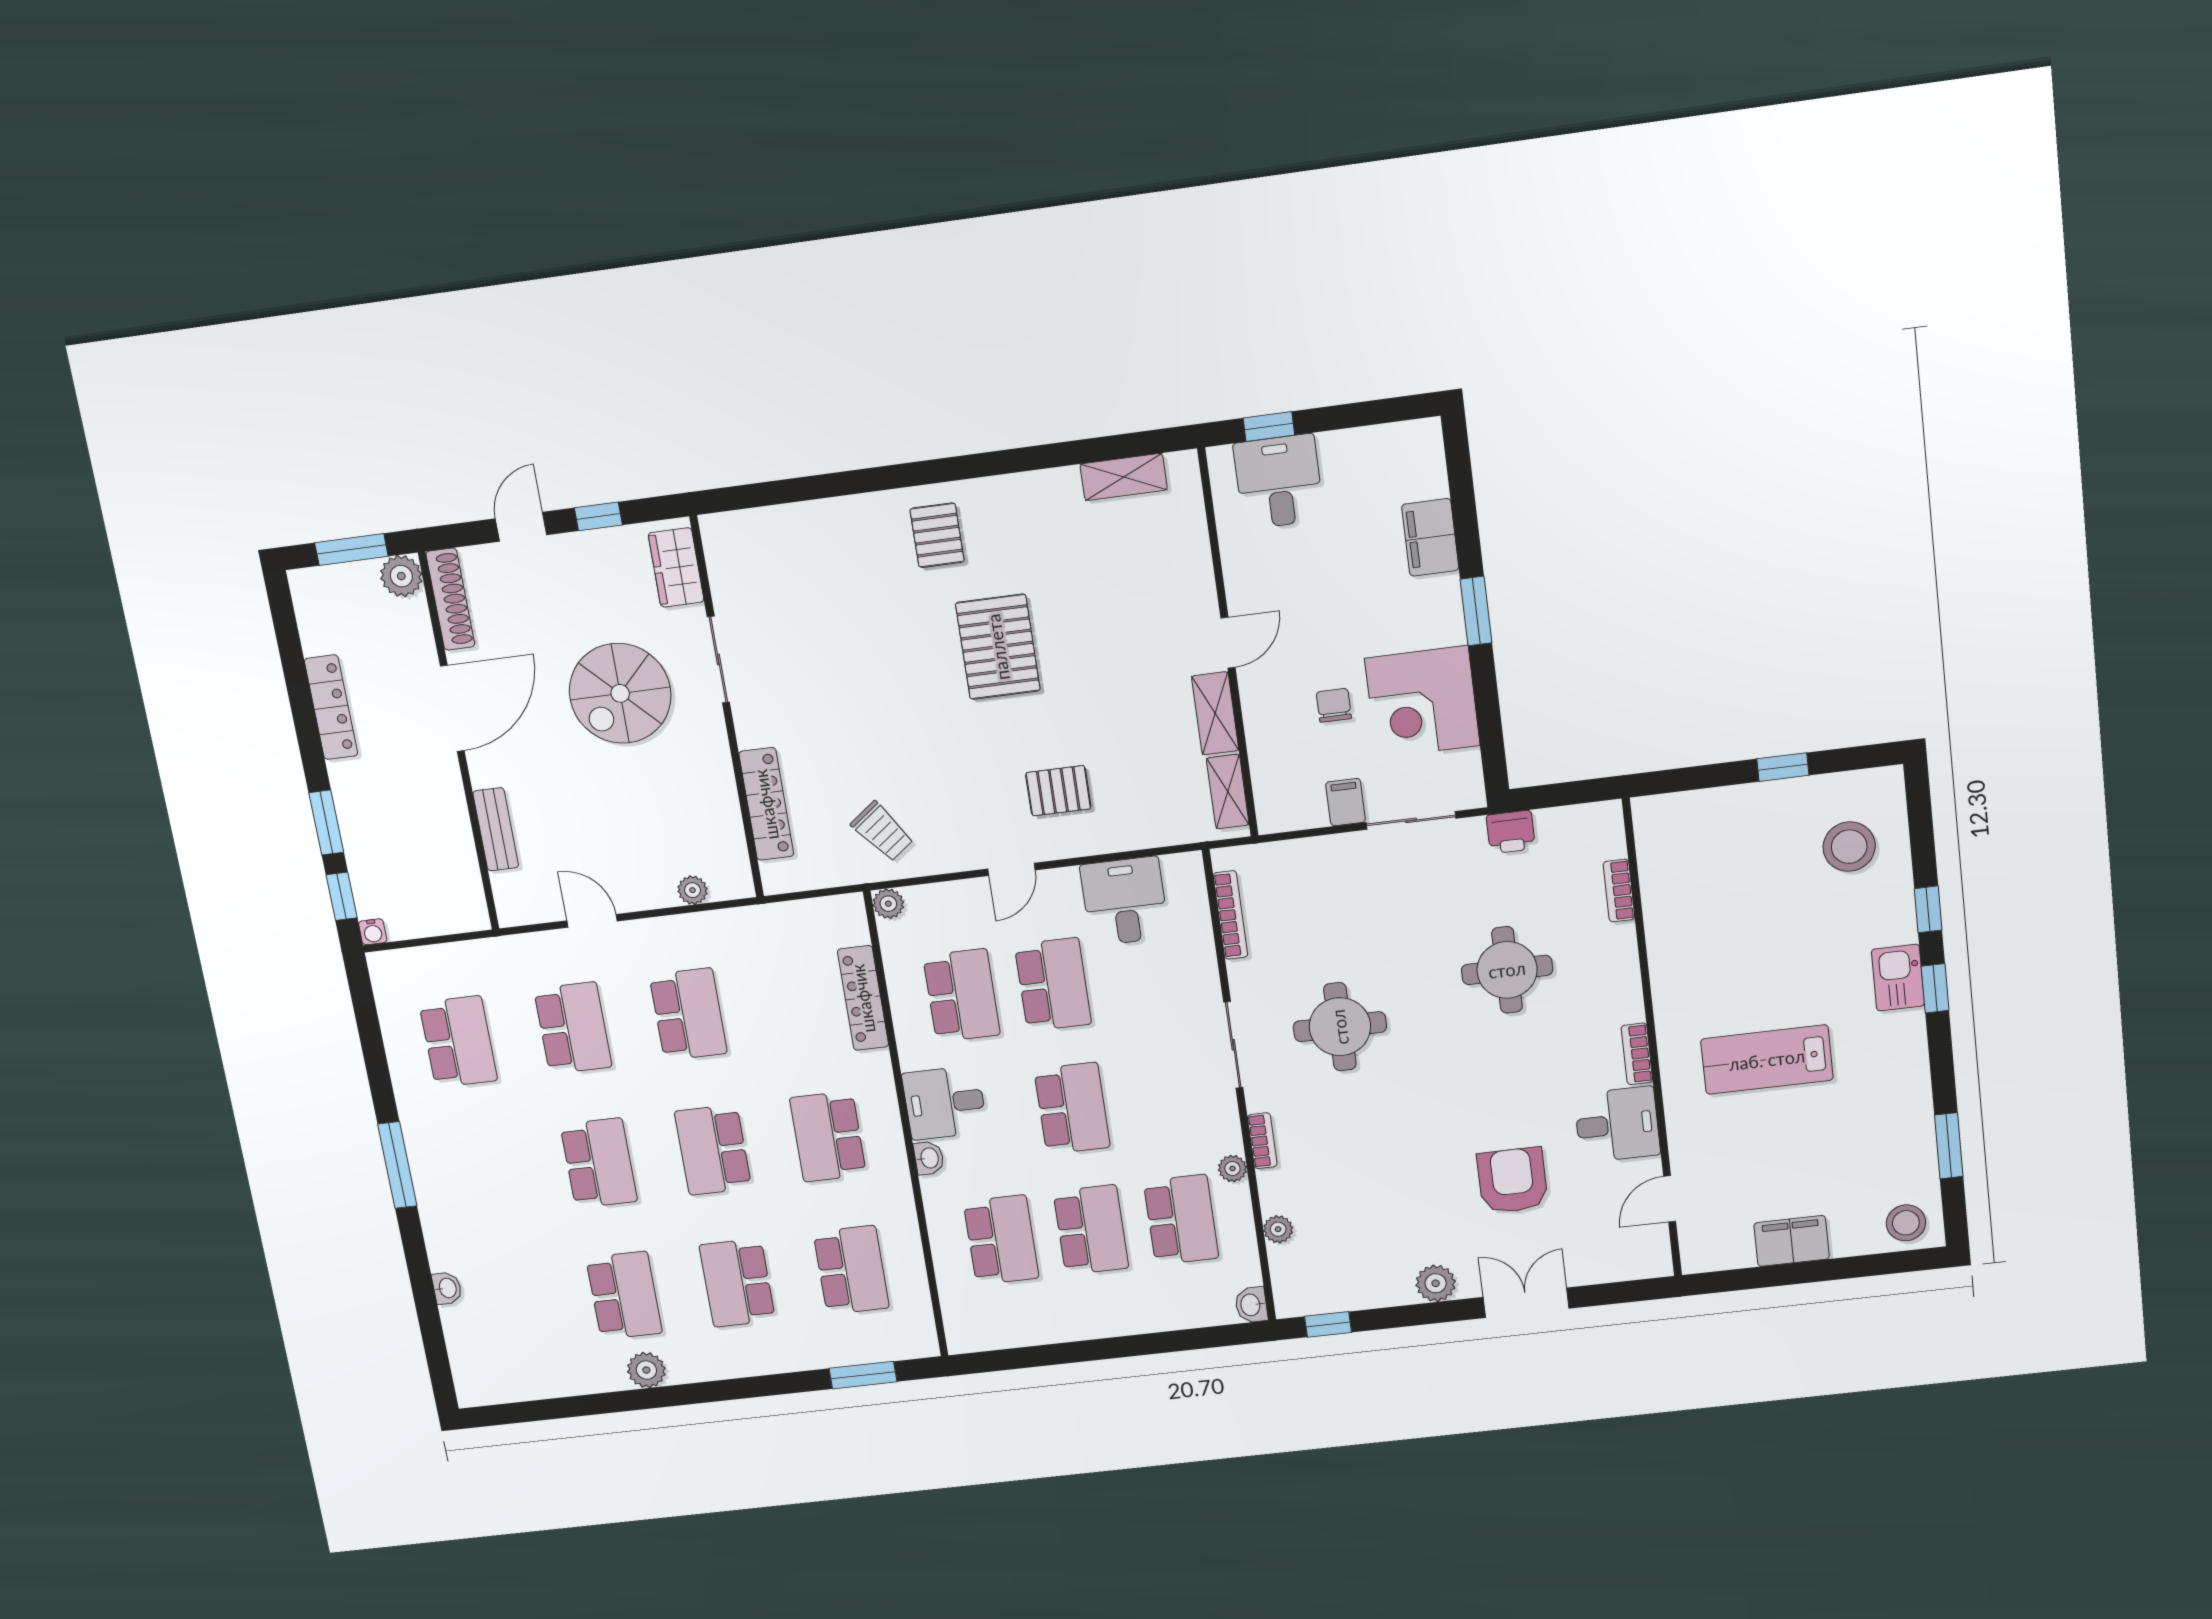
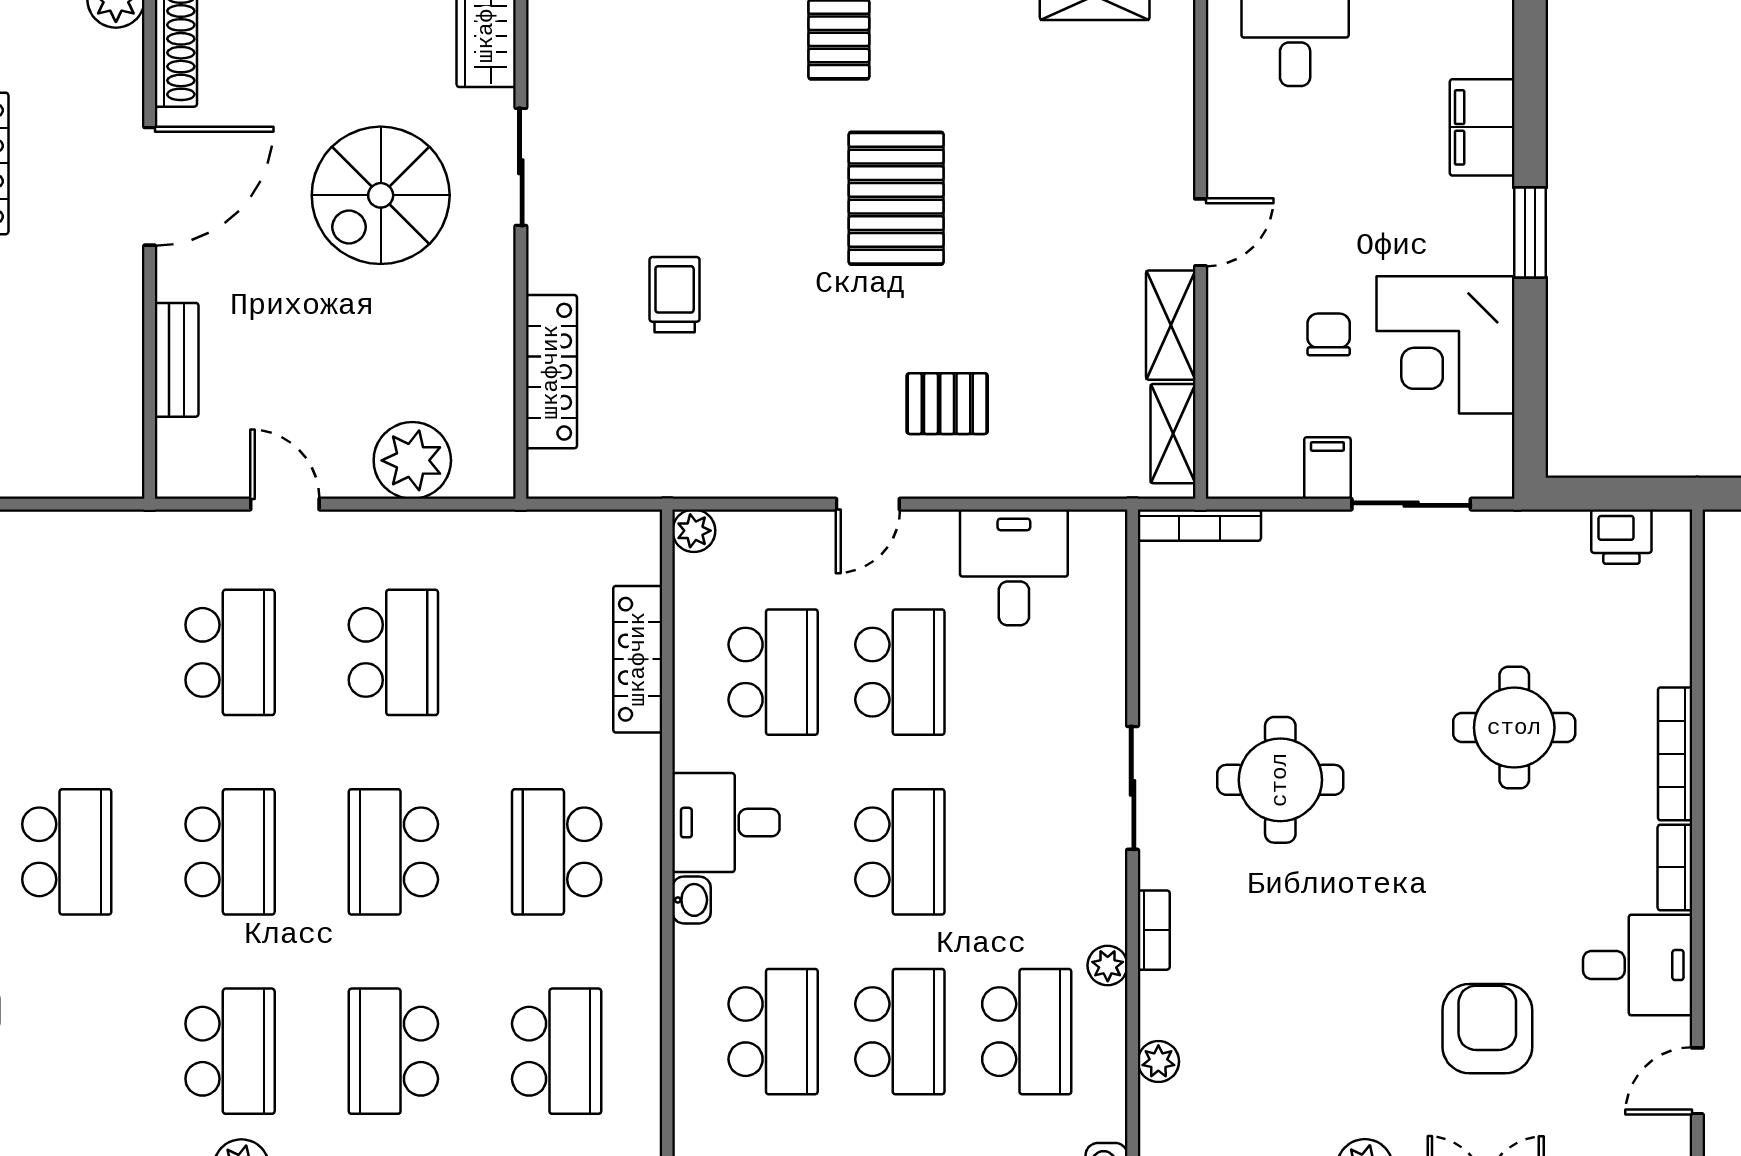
trolley: (882, 831) -> (675, 295), moved, turned -143
printer: (1511, 832) -> (1621, 537), moved
plant: (692, 890) -> (412, 460), width x1.88, depth x1.88
bookcase: (1619, 891) -> (1675, 754), moved, width x1.56
bookcase: (1230, 915) -> (1199, 525), moved, turned 90
school desk: (458, 1042) -> (67, 852), moved

